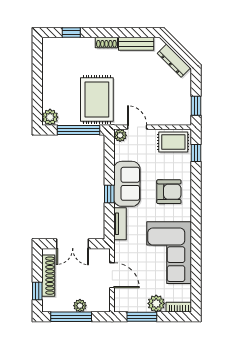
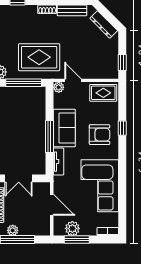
rug: (97, 100) -> (39, 57), turned 90
window: (196, 153) -> (122, 128), moved
window: (109, 194) -> (49, 136), width x2.17
plant: (156, 303) -> (72, 228), moved
plant: (80, 306) -> (13, 230), moved

